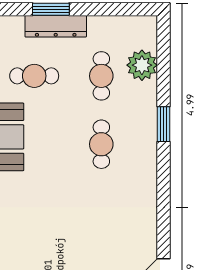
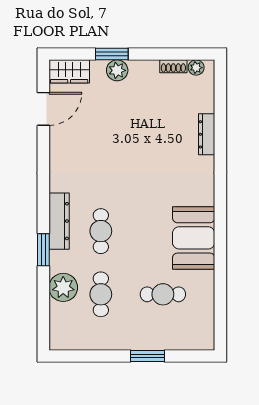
dresser: (56, 26) -> (59, 221), moved, turned 90
plant: (142, 65) -> (63, 287), moved

